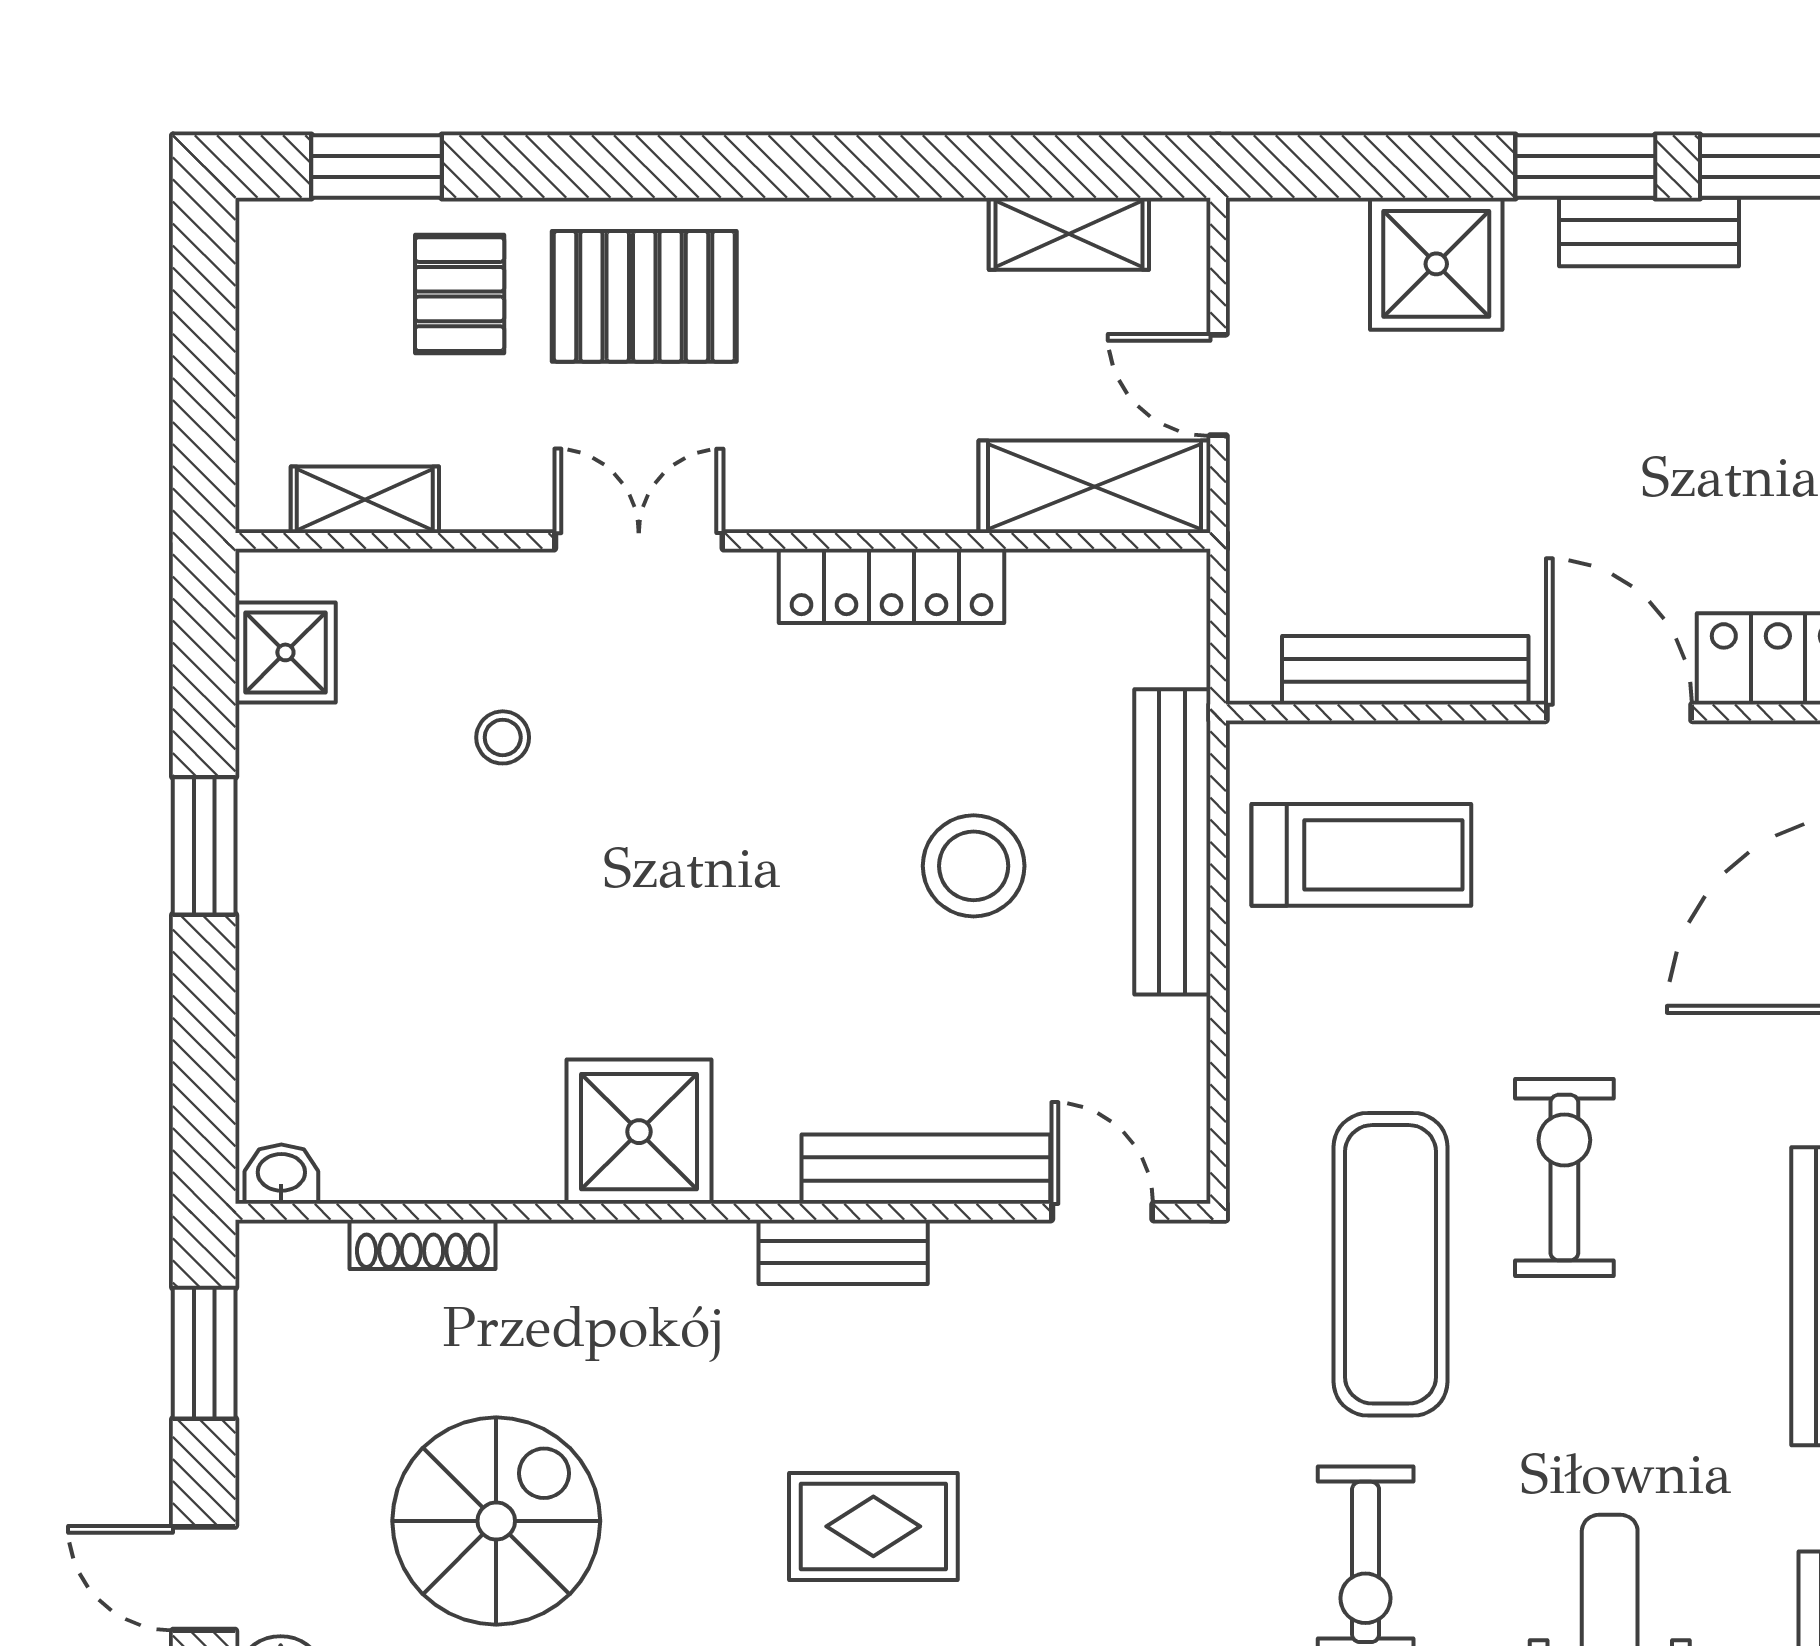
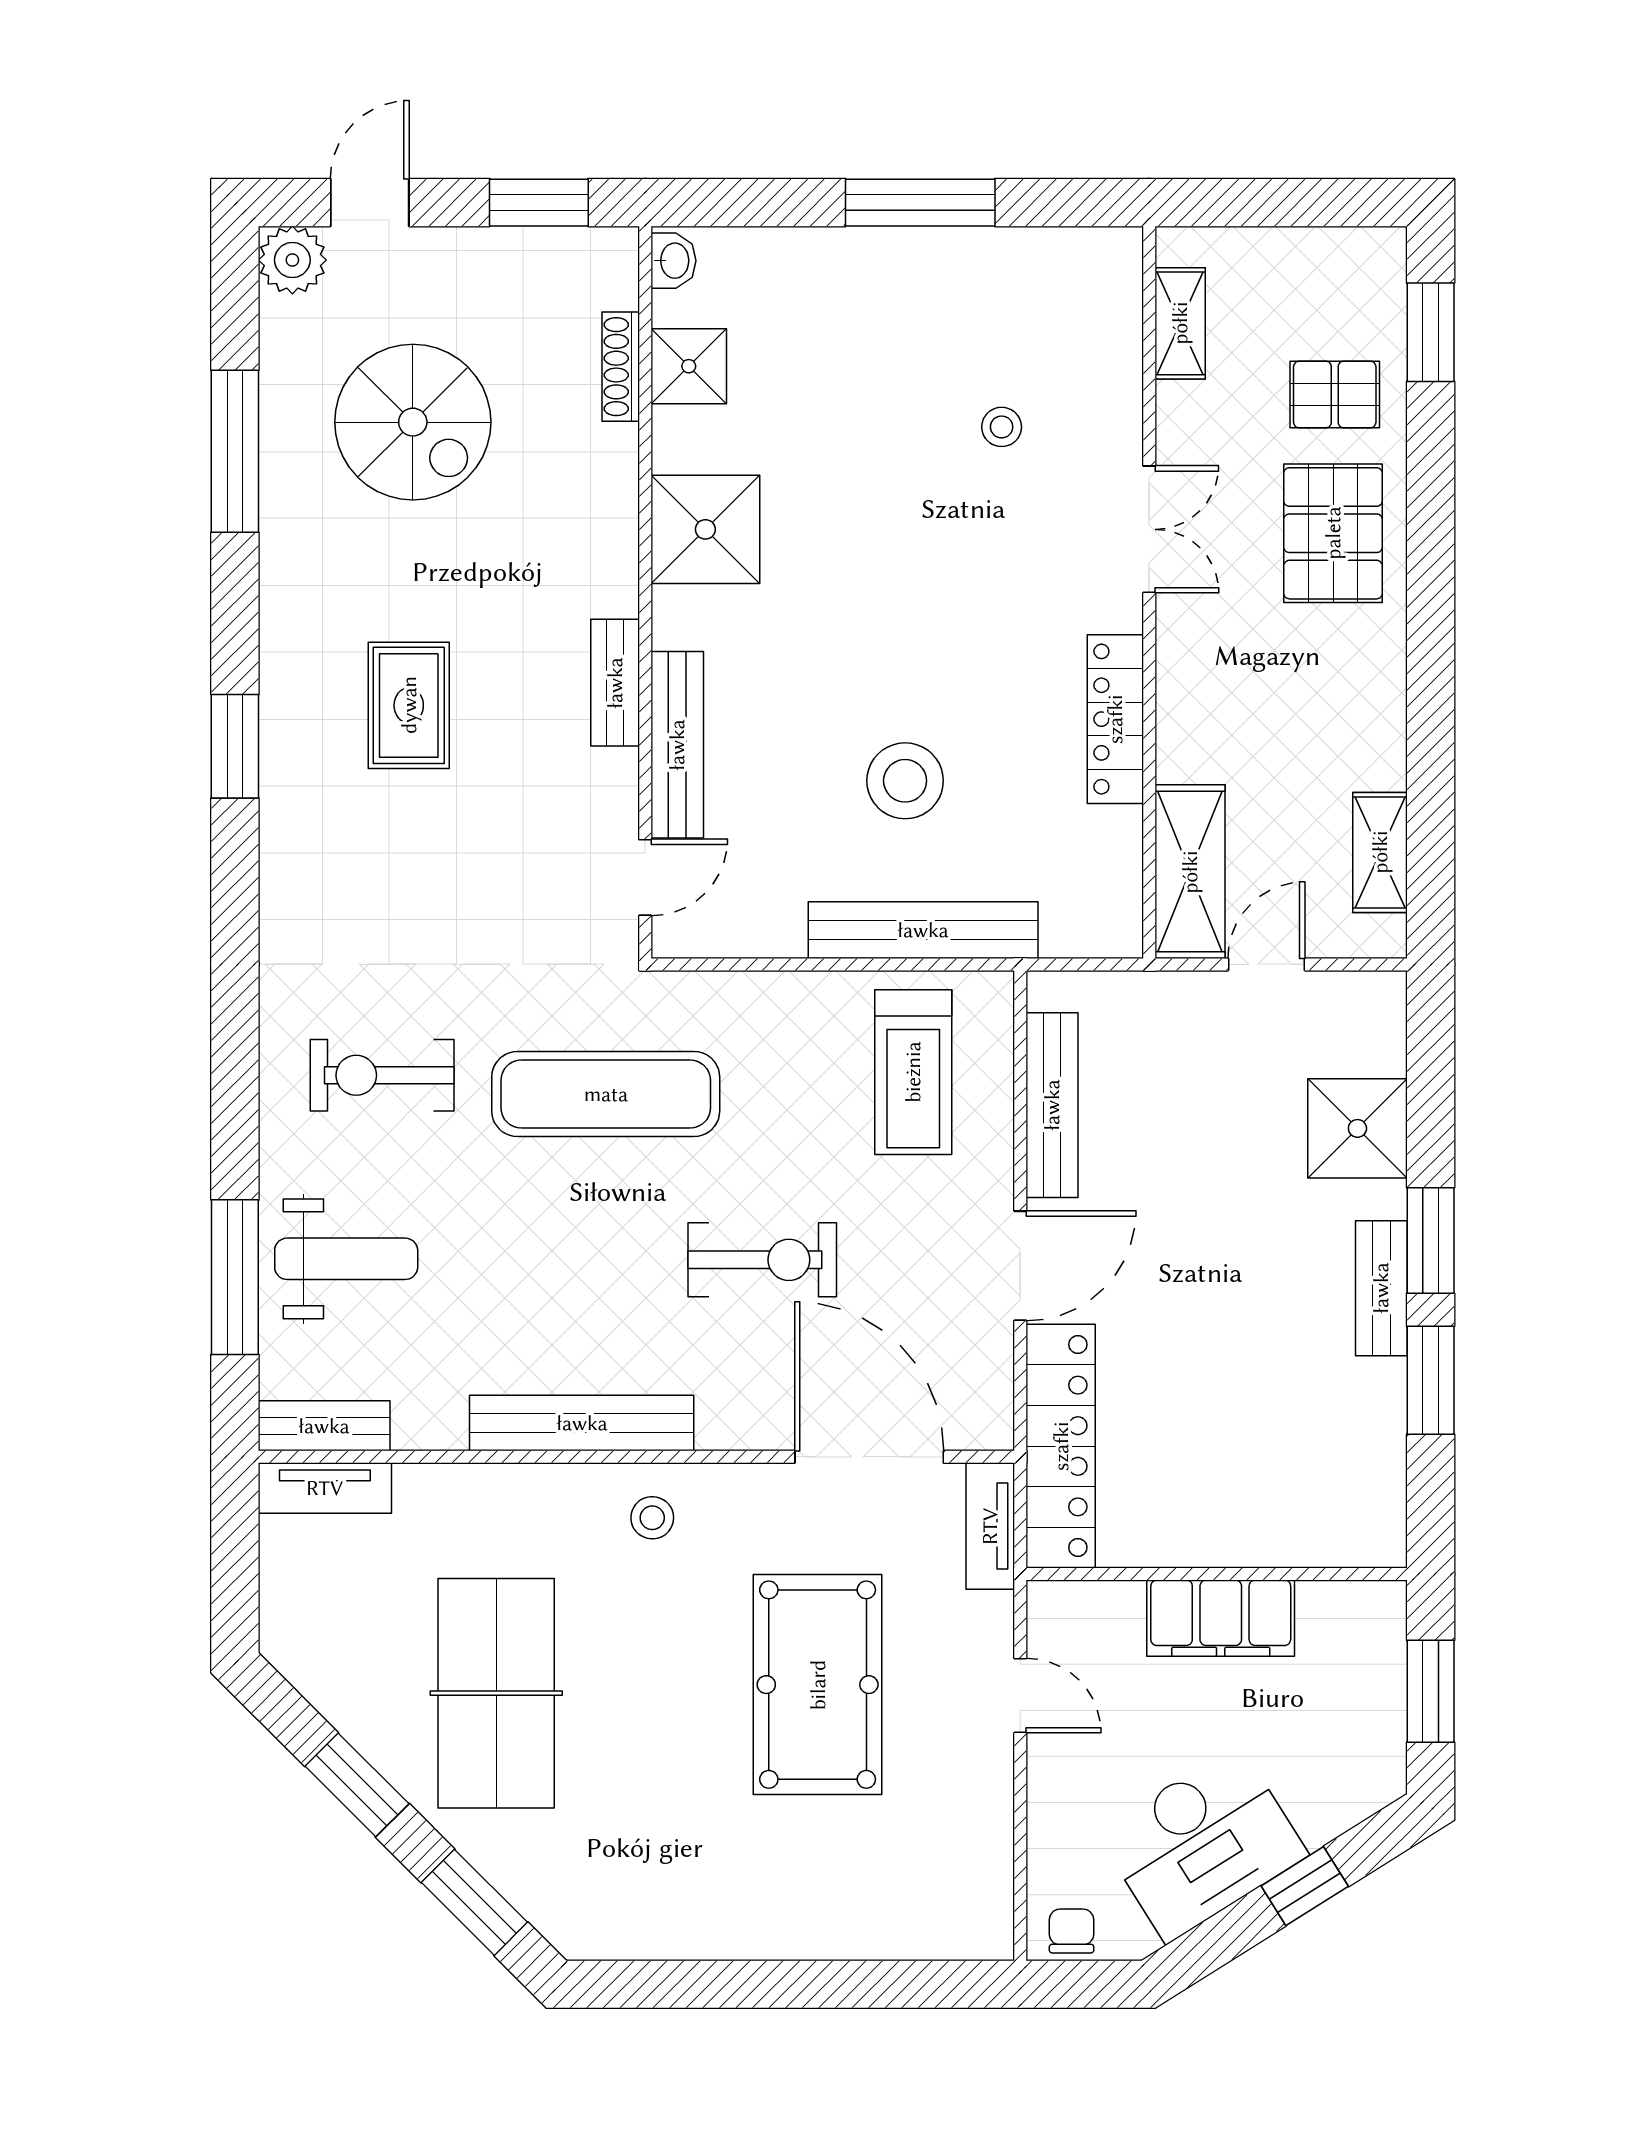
shower: (285, 652) -> (689, 366), moved
window: (204, 846) -> (920, 203), width x1.44
exercise bike: (1564, 1178) -> (762, 1260), moved

